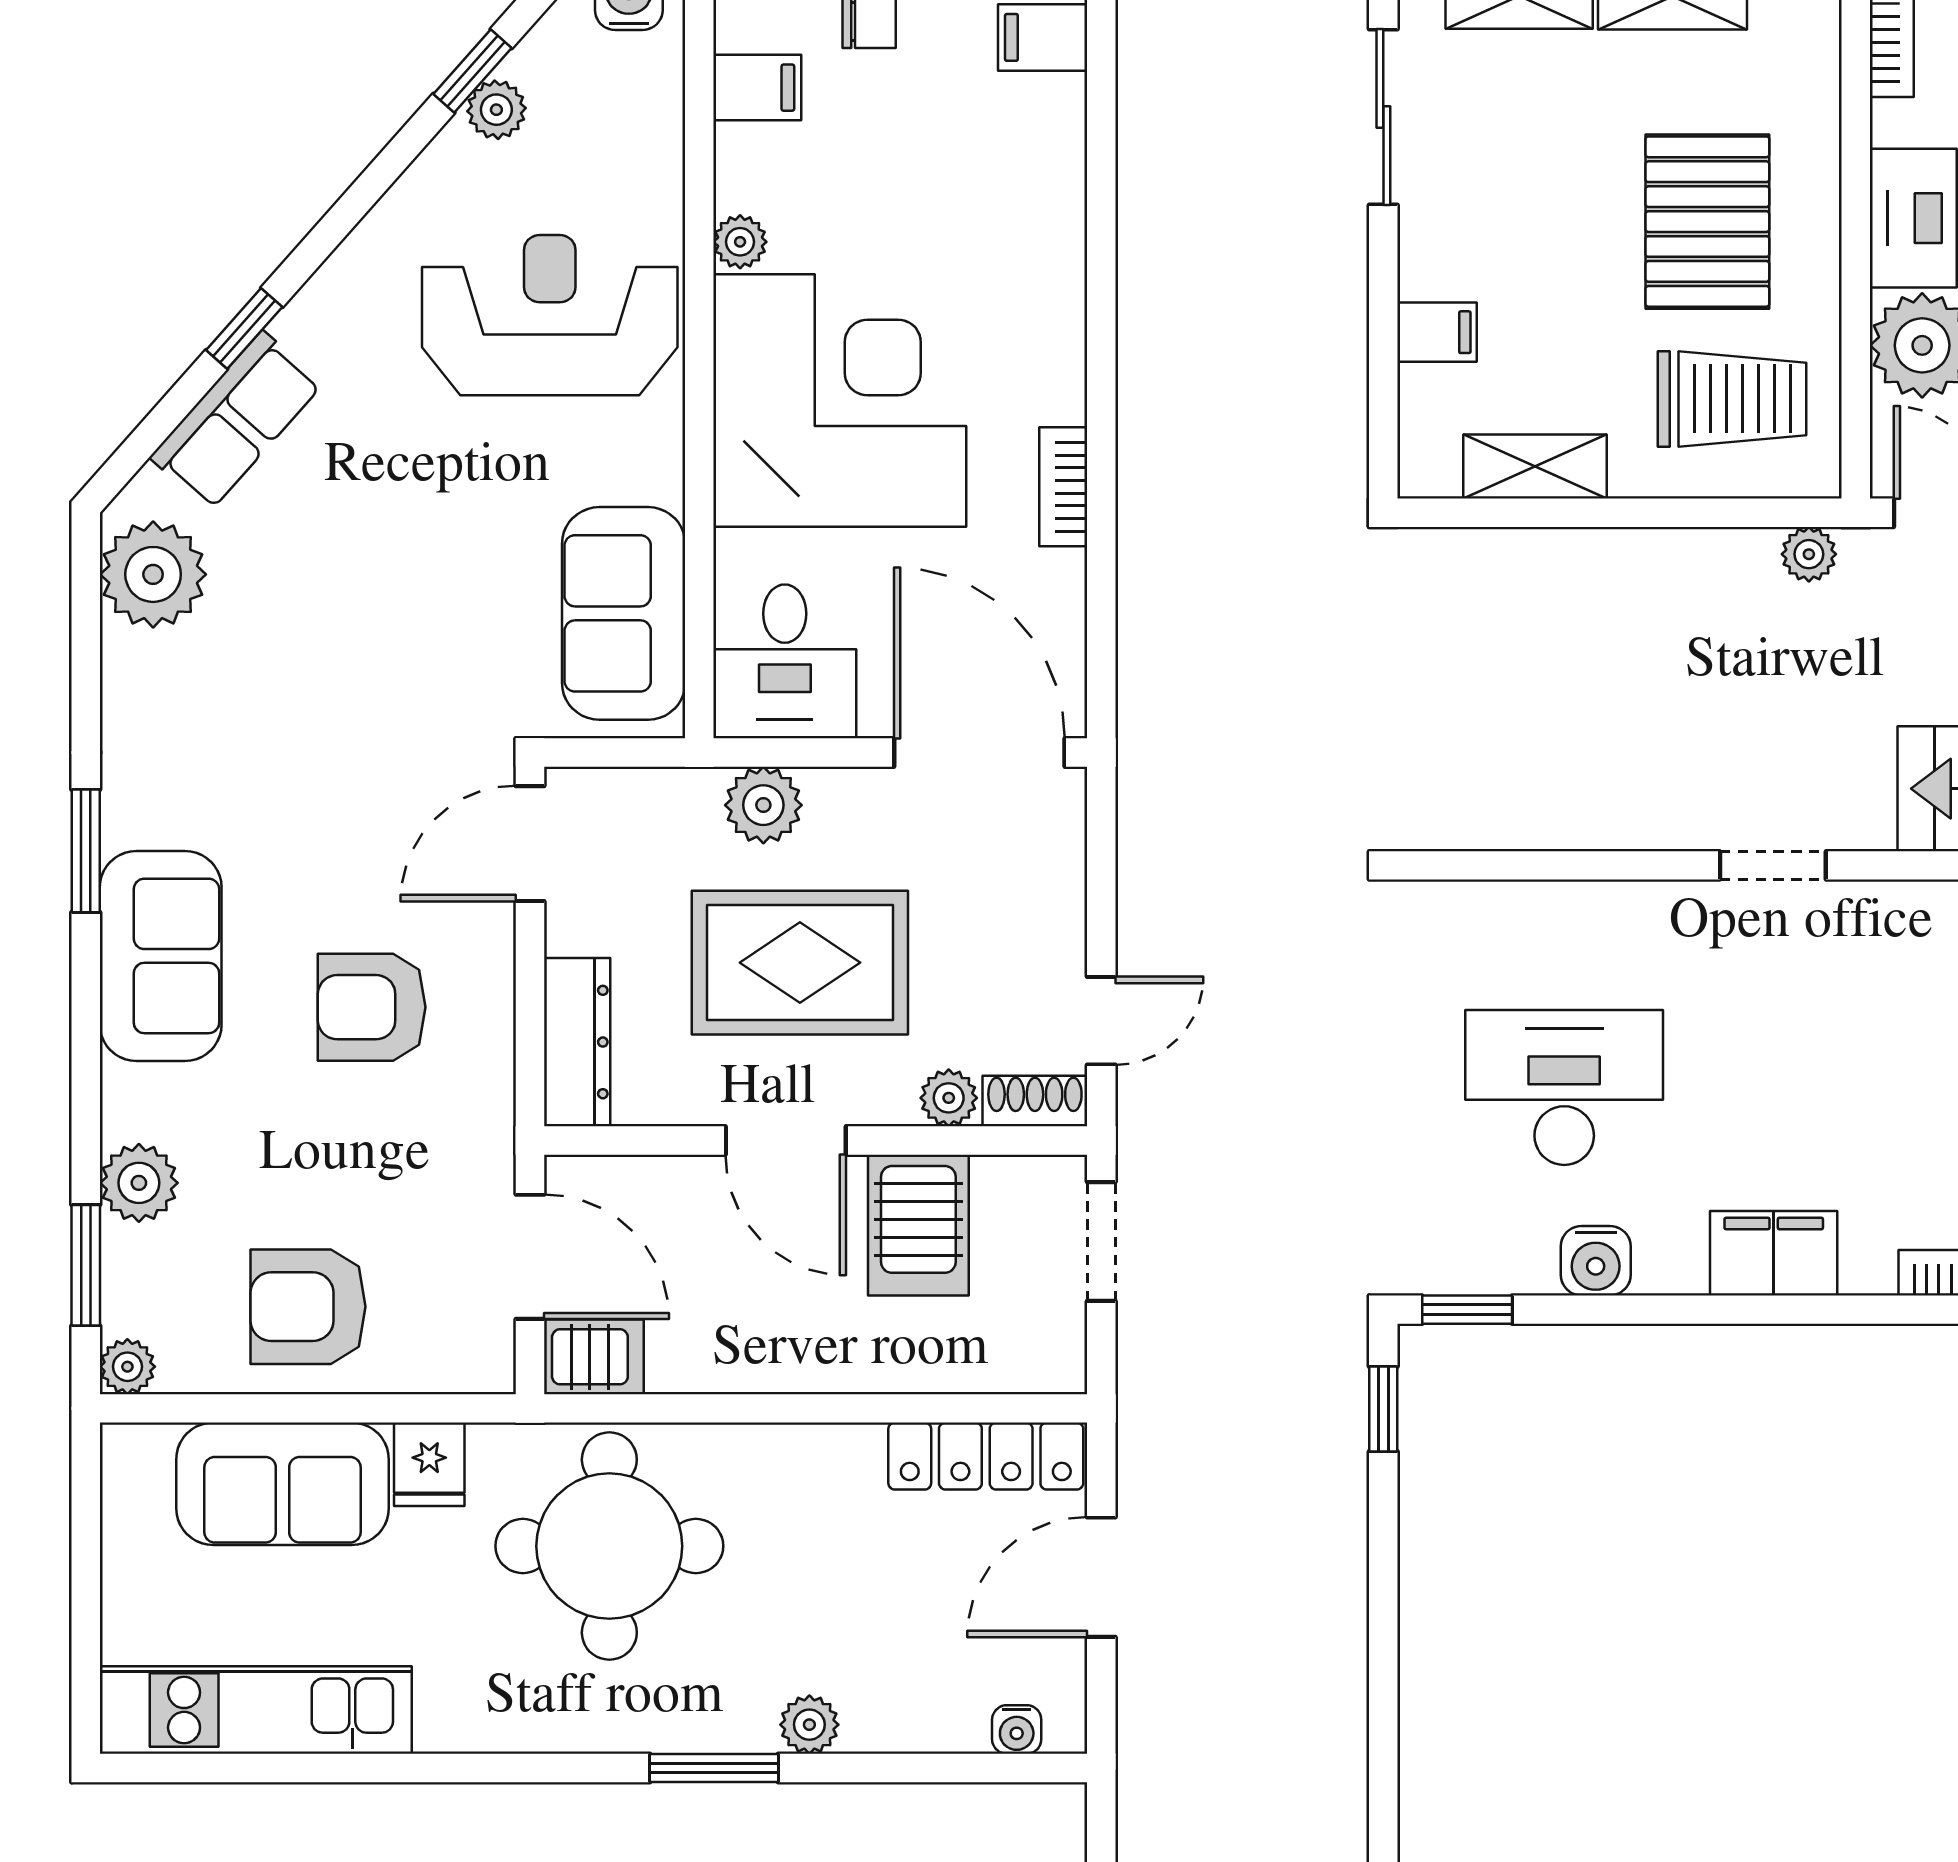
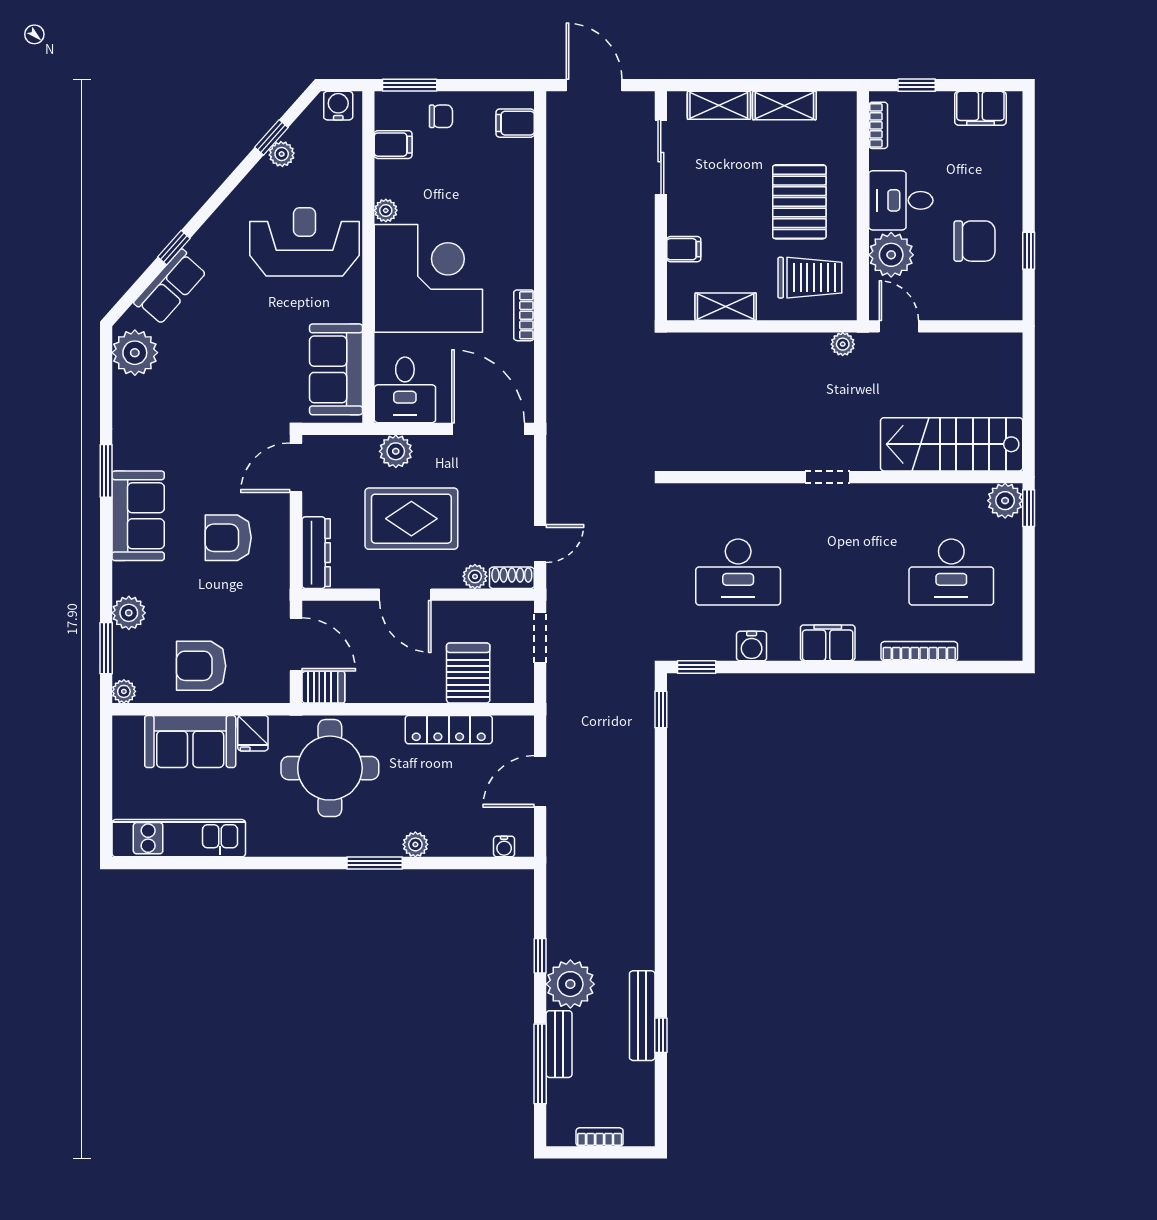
desk: (1564, 1088) -> (738, 572), turned 180
server rack: (918, 1225) -> (468, 673), moved, turned 180
locker: (986, 1456) -> (449, 730), moved

